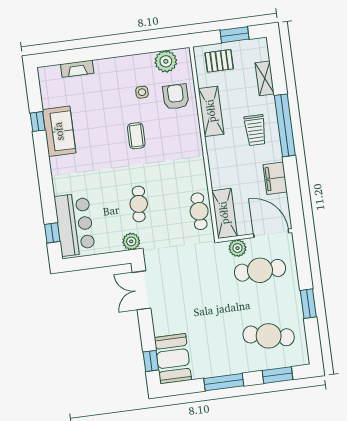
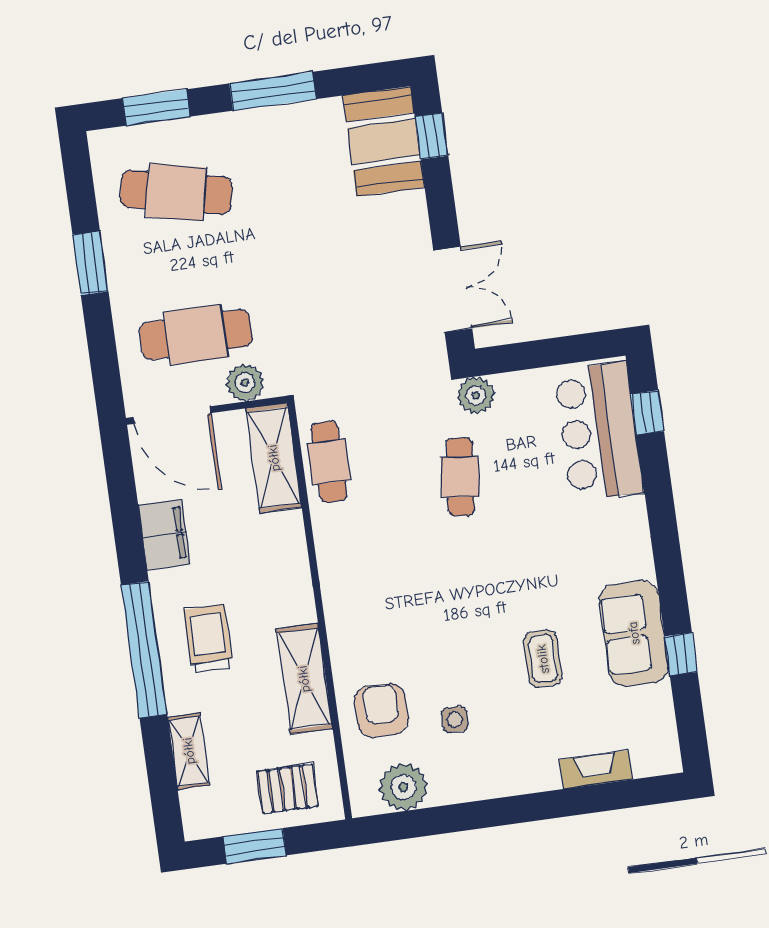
armchair: (176, 97) -> (381, 710), turned 180
coffee table: (136, 136) -> (543, 659), moved

